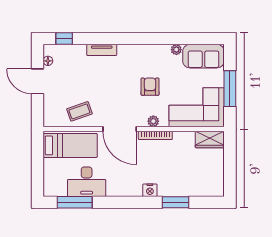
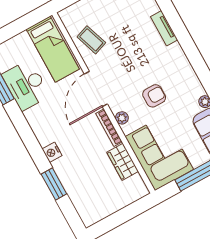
wardrobe: (210, 139) -> (123, 162), moved

